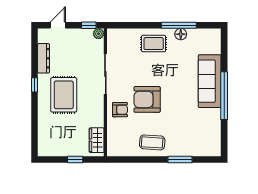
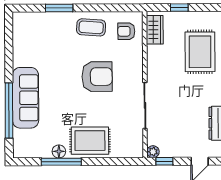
rug: (154, 44) -> (90, 141), width x1.36, depth x1.43
rug: (64, 95) -> (200, 52), moved
window: (224, 96) -> (9, 110), moved
armchair: (120, 110) -> (126, 31), moved

